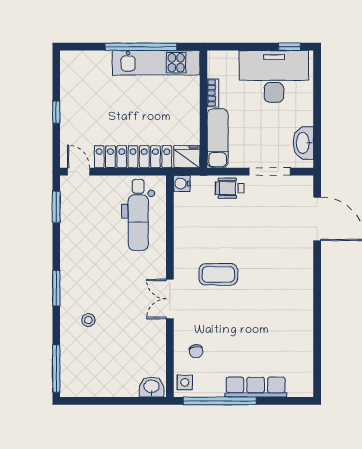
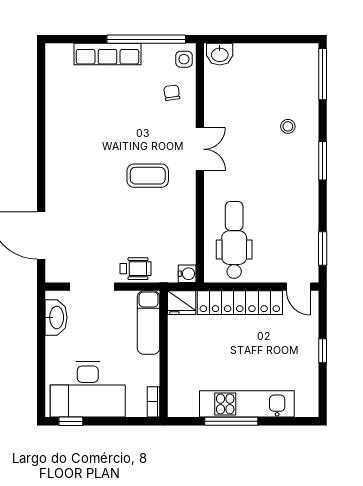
window: (141, 47) -> (231, 421), width x0.68
kitchen unit: (156, 63) -> (247, 404), moved
bookcase: (213, 93) -> (154, 402), moved

